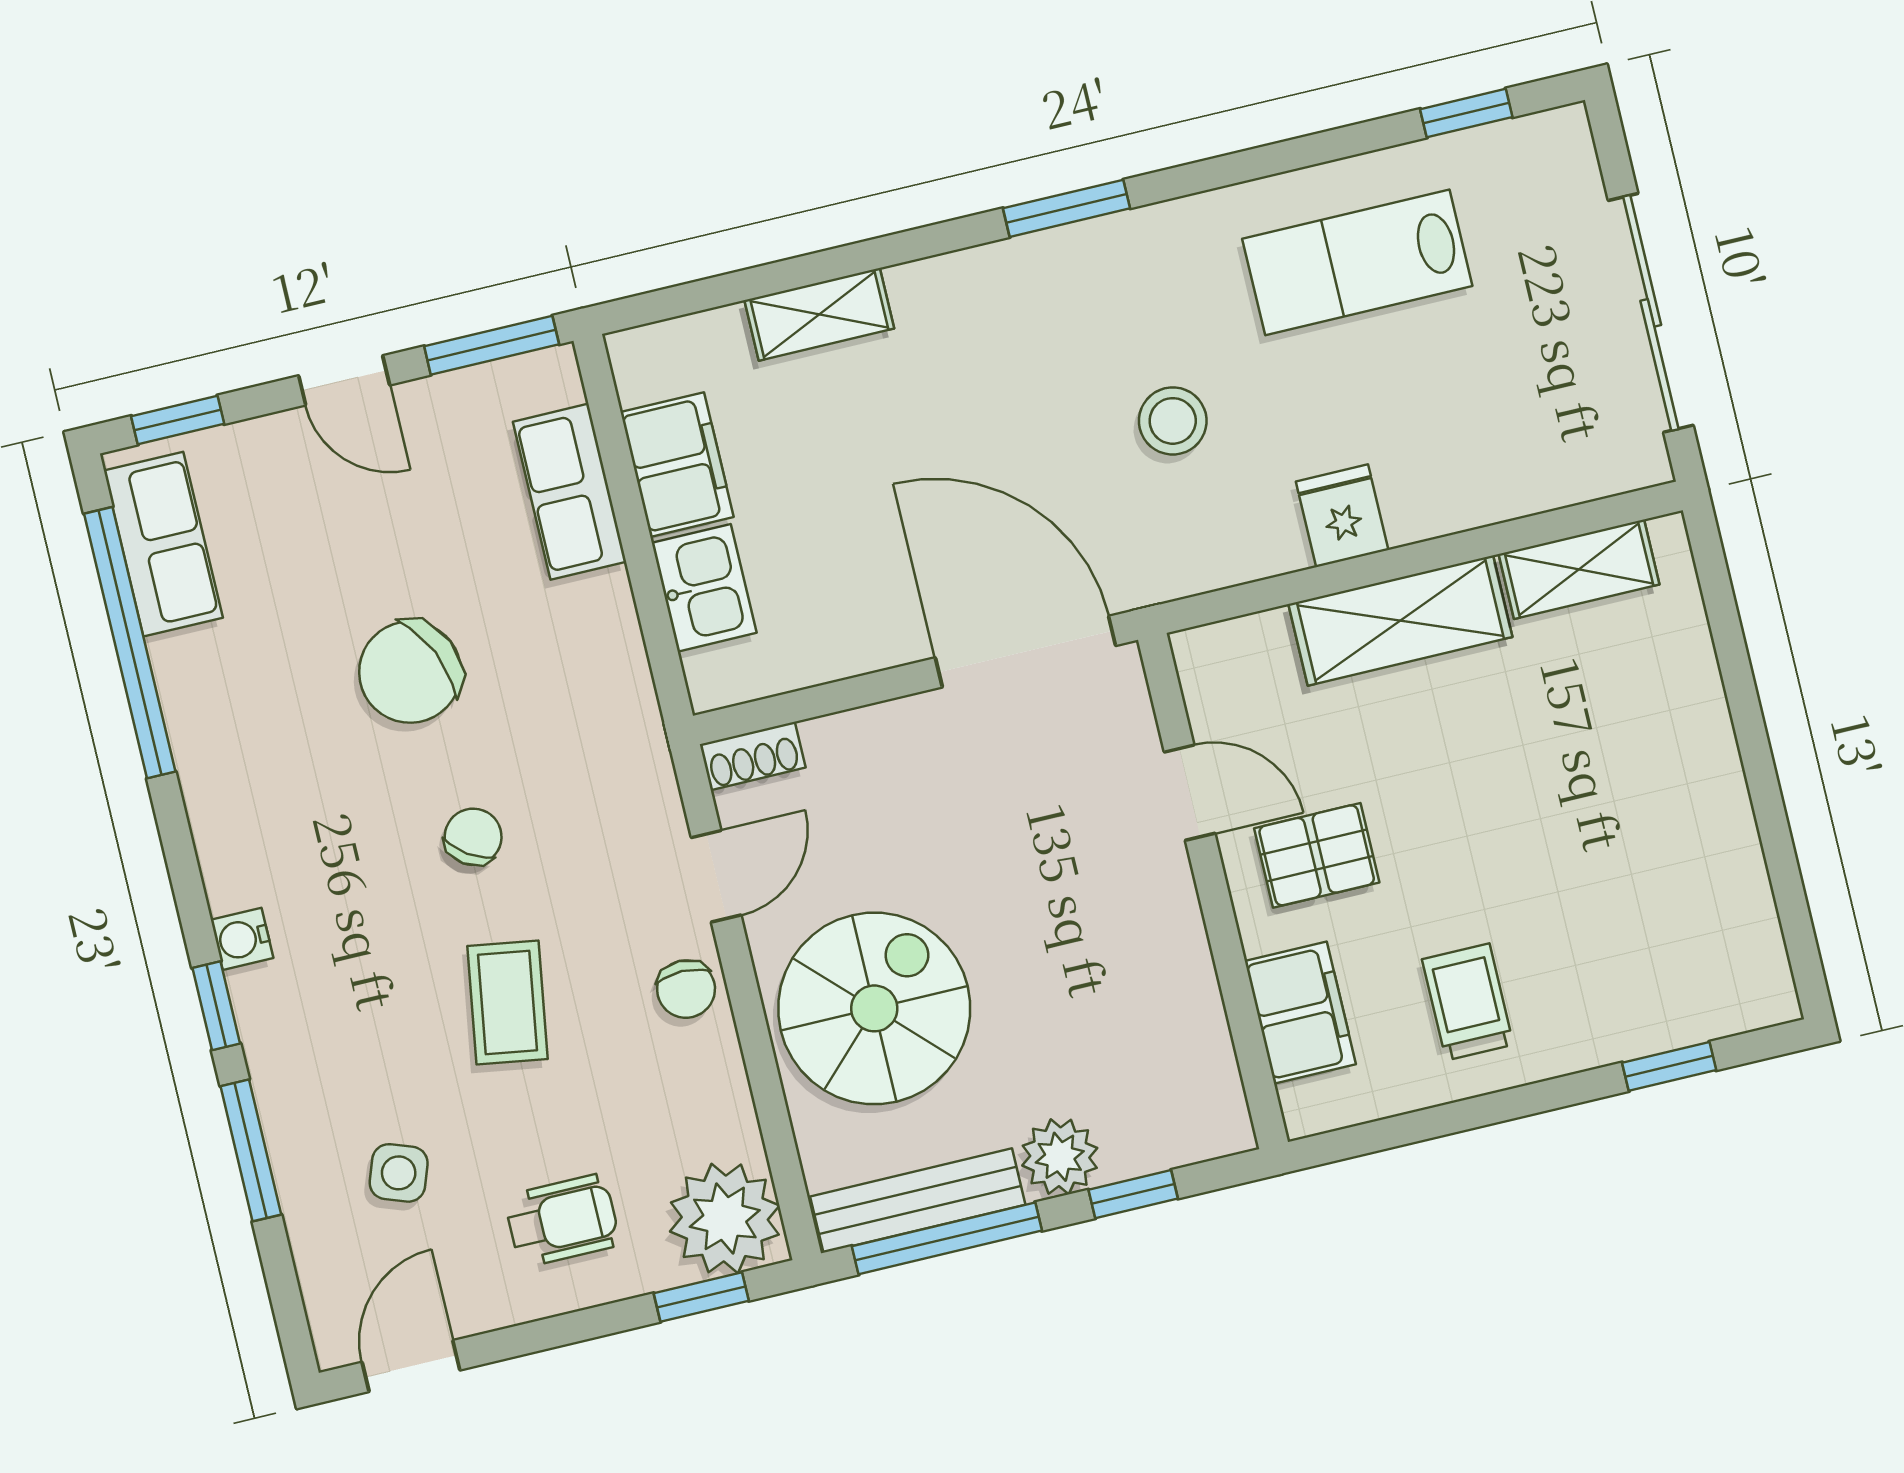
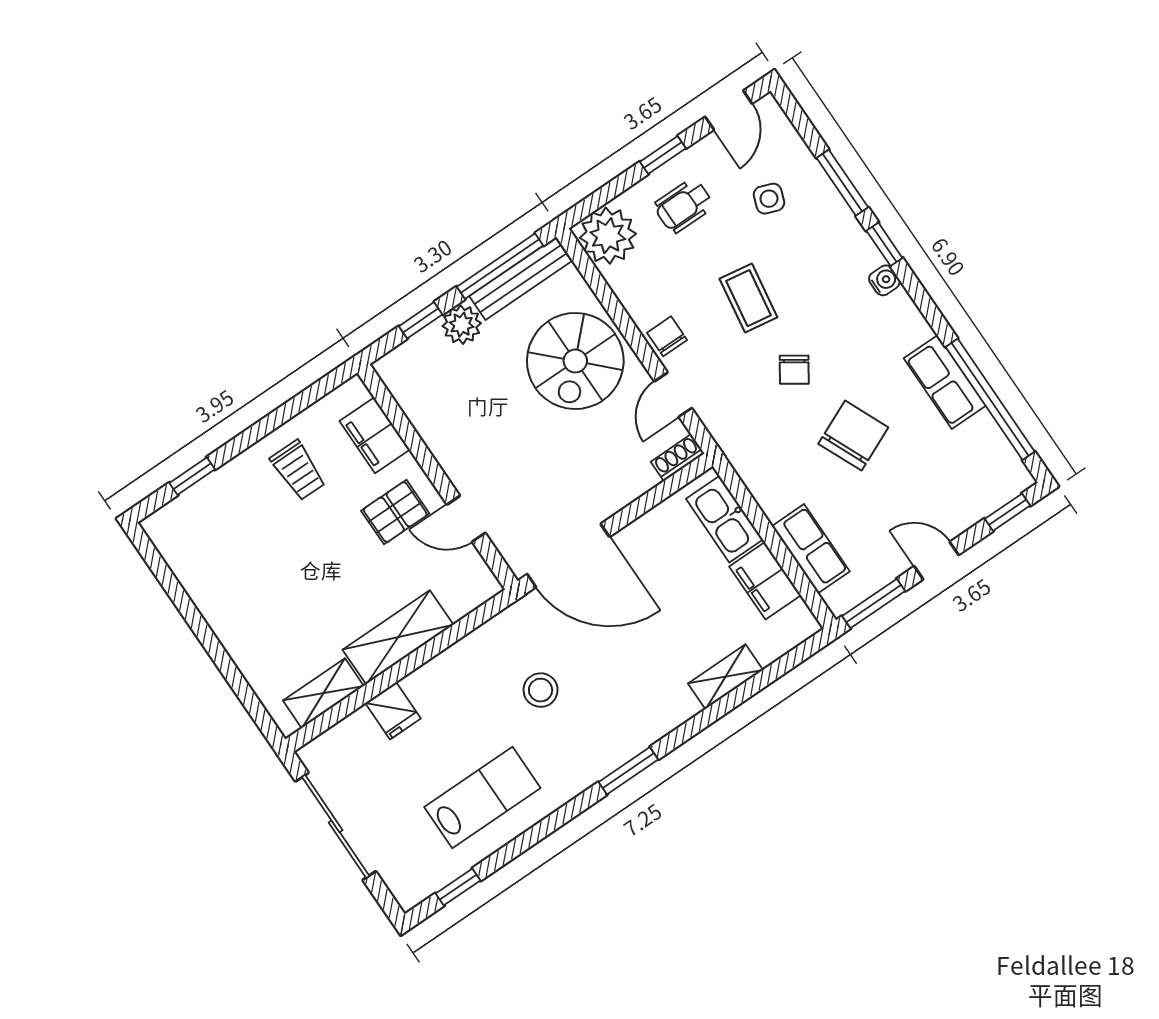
fridge: (1342, 516) -> (393, 711), moved
row of seats: (163, 544) -> (945, 382), moved
kitchen sink: (704, 588) -> (724, 519), width x1.38
window: (701, 1297) -> (663, 155), moved

